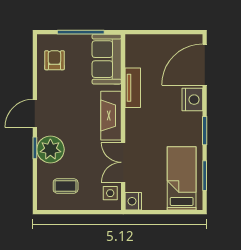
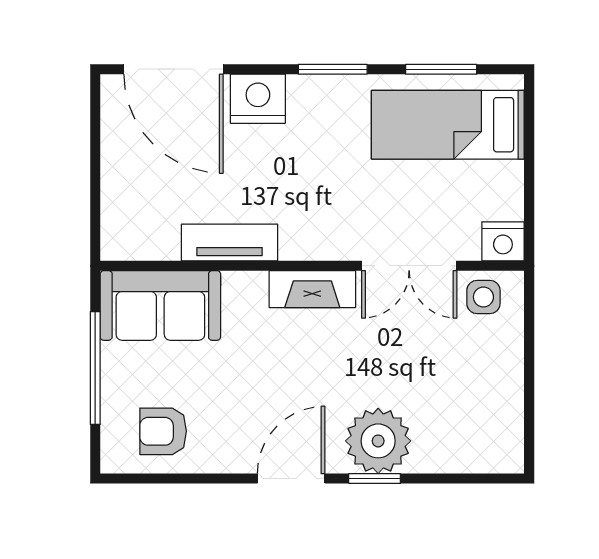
door: (35, 113) -> (291, 479), swing flipped
fireplace: (111, 116) -> (312, 289), width x0.73, depth x0.76
coffee table: (66, 186) -> (466, 405), removed

